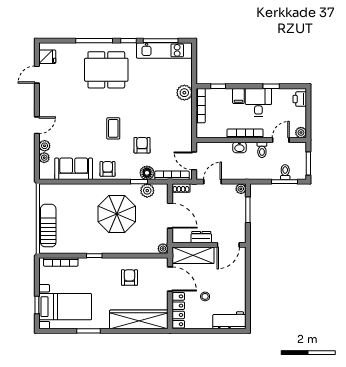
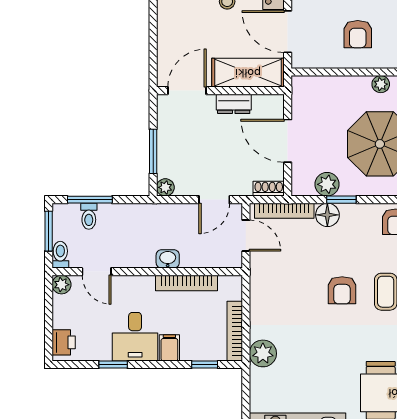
bookcase: (245, 133) -> (186, 283), moved
door: (281, 140) -> (97, 272), hinge flipped
armchair: (142, 145) -> (342, 290), moved
toilet: (262, 150) -> (60, 255), moved
plant: (163, 249) -> (381, 84), moved

